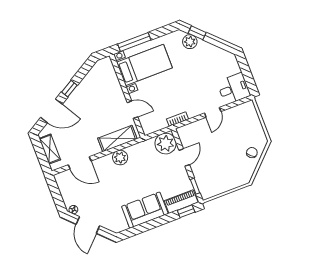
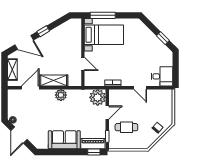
window: (197, 33) -> (163, 38), moved
plant: (190, 42) -> (143, 30), removed
door: (213, 112) -> (140, 88), hinge flipped
shelving: (117, 139) -> (54, 81), moved
door: (80, 163) -> (30, 88), swing flipped
cafe table: (214, 166) -> (126, 127), added

